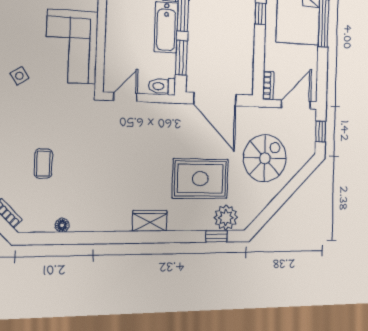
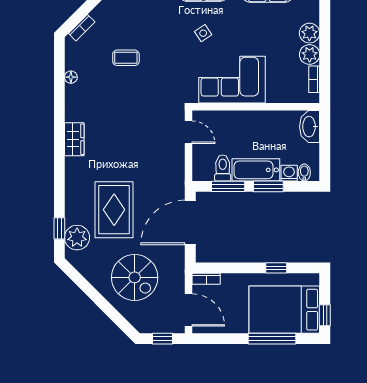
toilet: (162, 86) -> (223, 168), moved
wardrobe: (150, 221) -> (74, 139), moved

